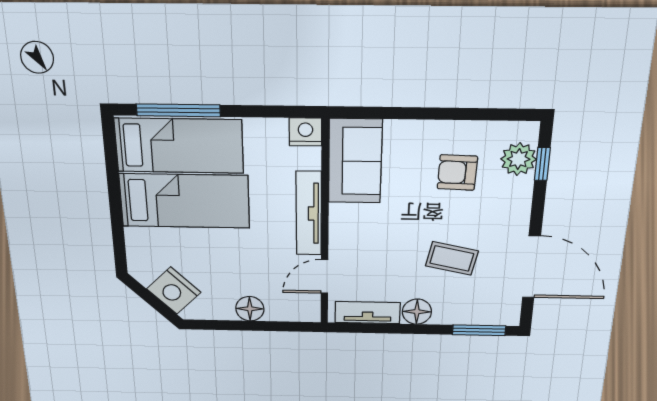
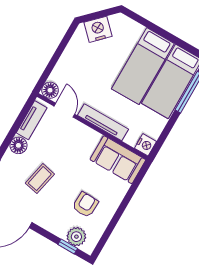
floor lamp: (250, 309) -> (50, 90), moved

